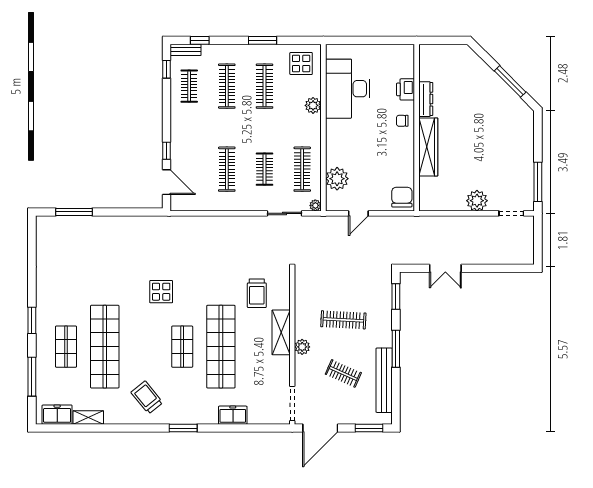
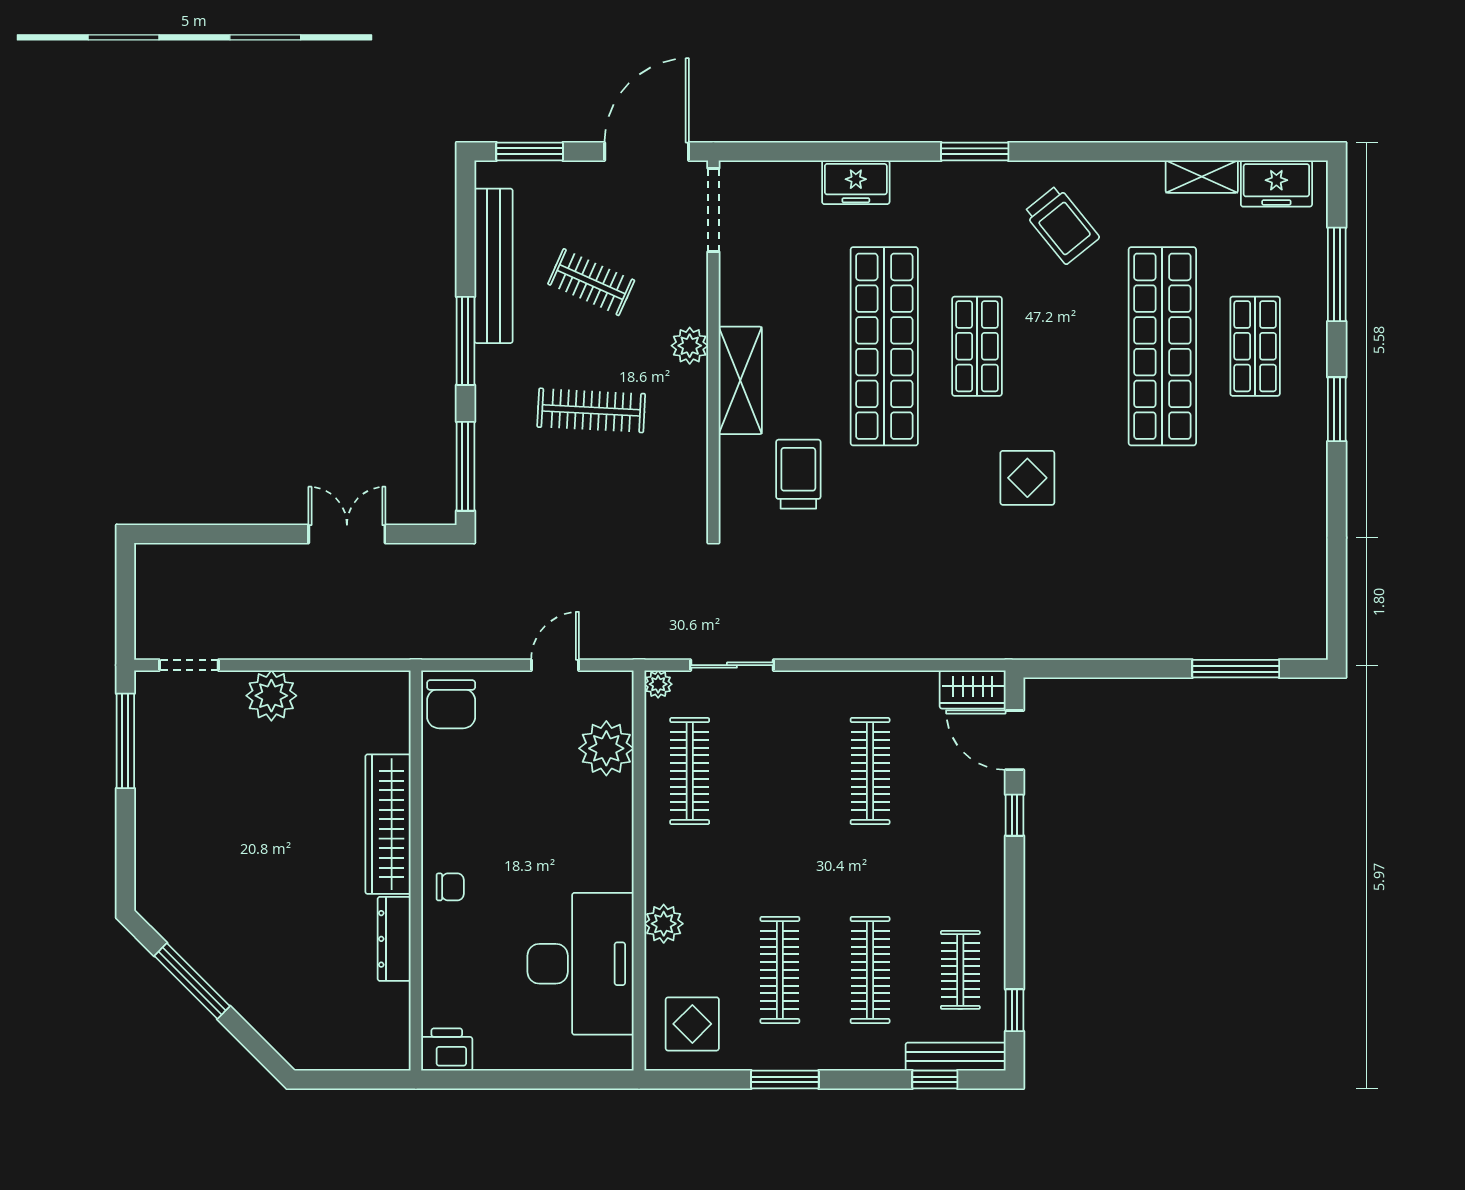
bench: (186, 50) -> (956, 1057), width x1.36
printer: (406, 89) -> (447, 1049), moved, turned -90
clothes rail: (265, 169) -> (780, 771), removed
wardrobe: (184, 203) -> (973, 689), added
window: (396, 296) -> (465, 466), width x1.44

